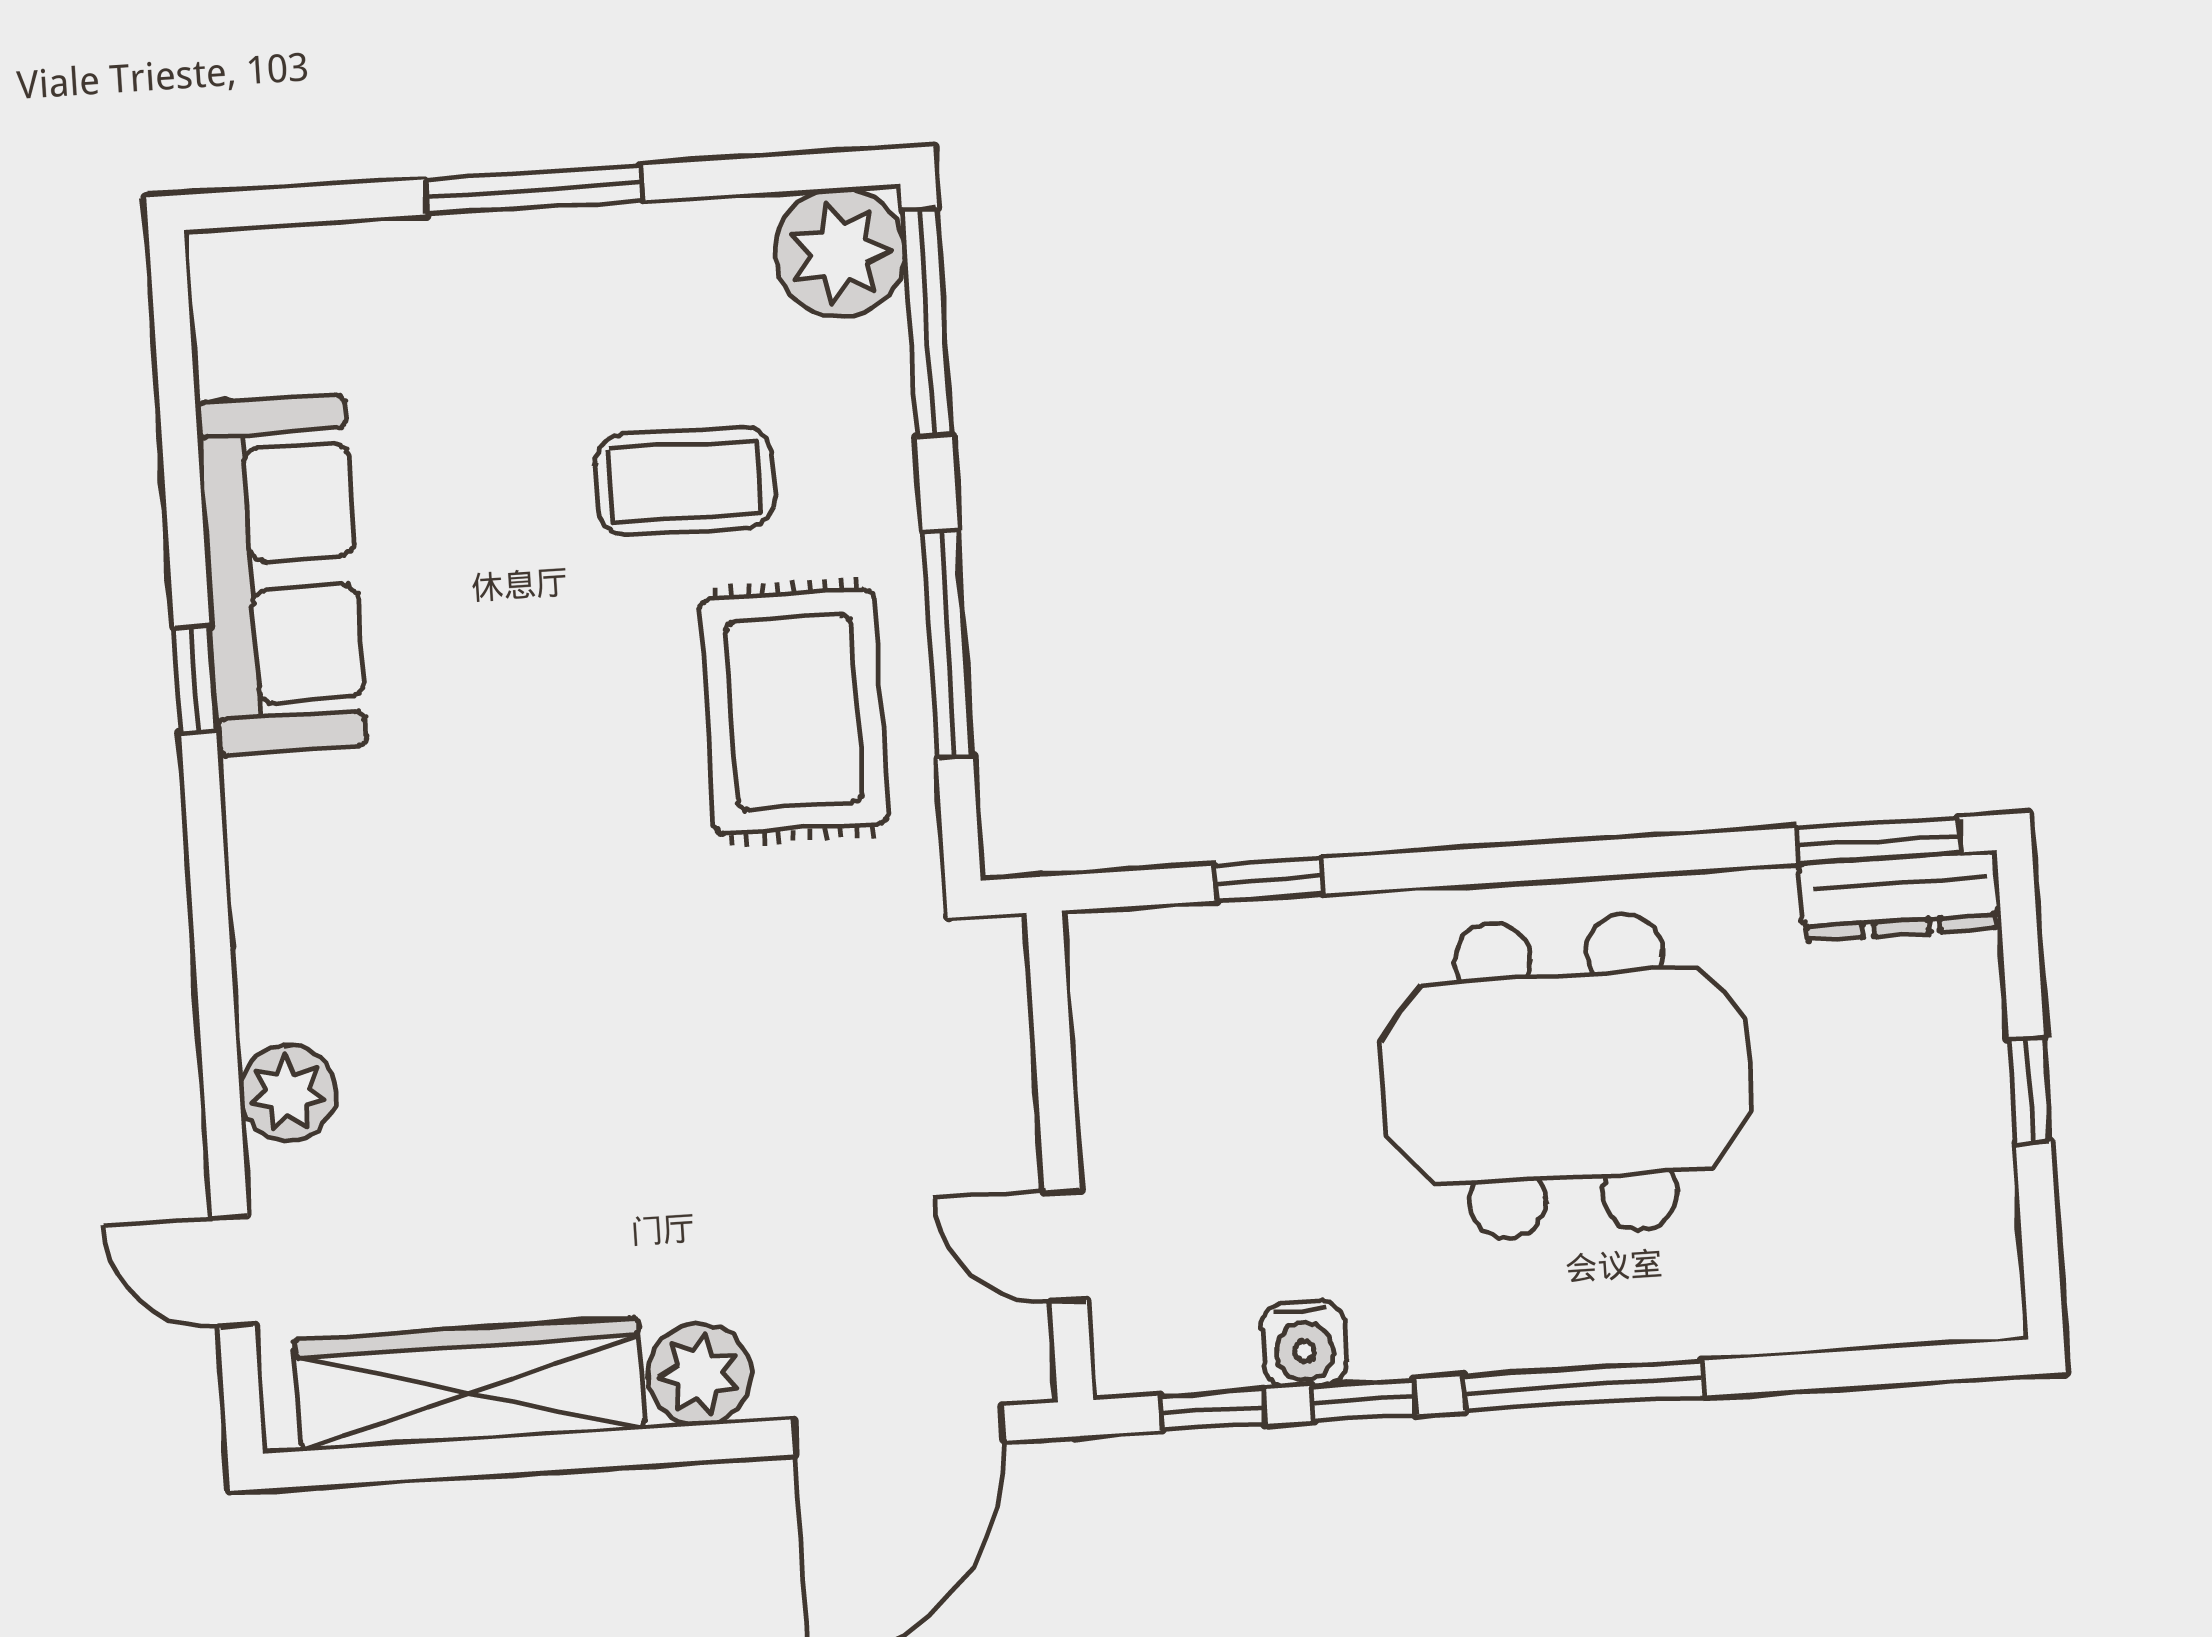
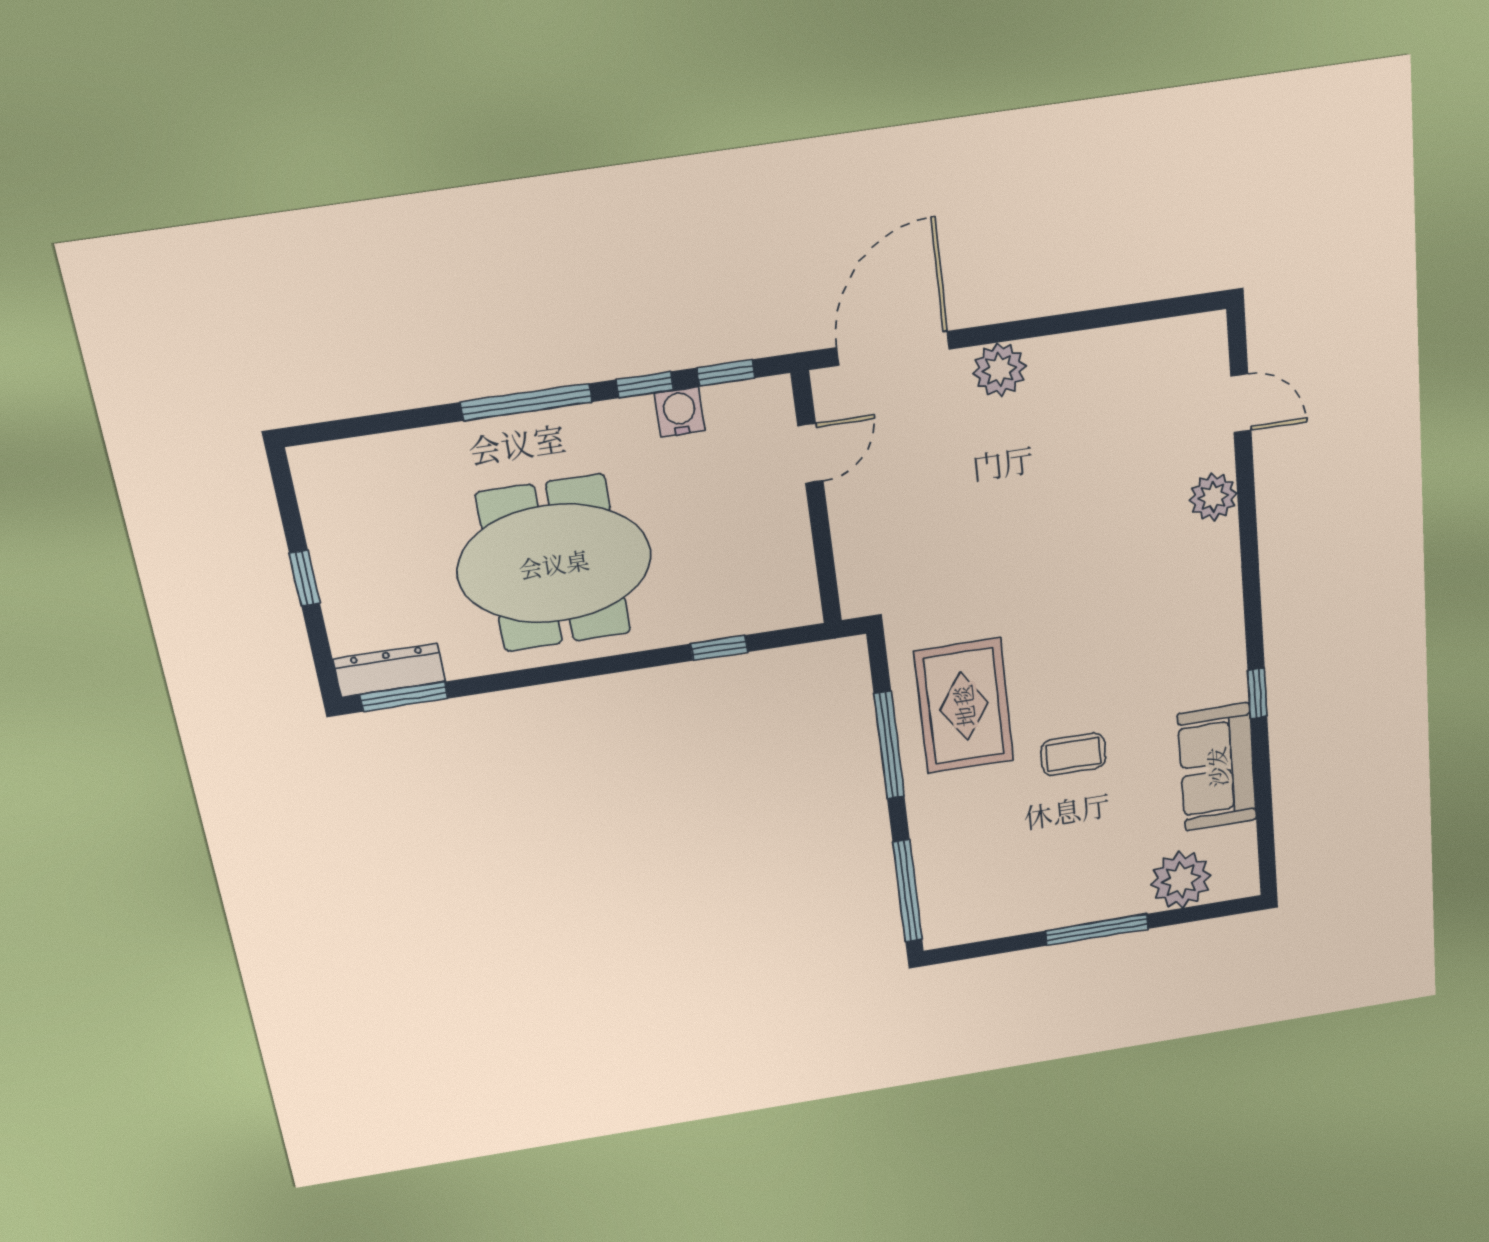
plant: (840, 253) -> (1181, 880), moved
coffee table: (685, 481) -> (1073, 754), moved, width x0.73, depth x0.77
sofa: (281, 574) -> (1217, 767), width x0.73
door: (1066, 1245) -> (810, 453), hinge flipped
wardrobe: (469, 1384) -> (1119, 354), removed

